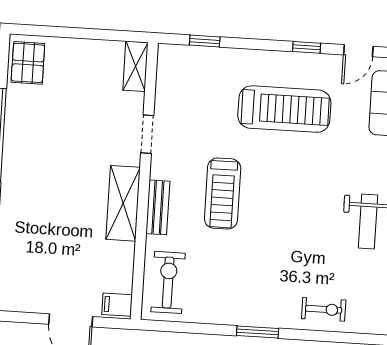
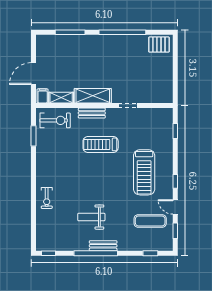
shelving: (135, 66) -> (61, 98), moved
window: (258, 332) -> (33, 136), moved

